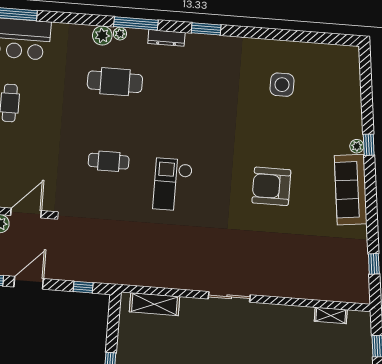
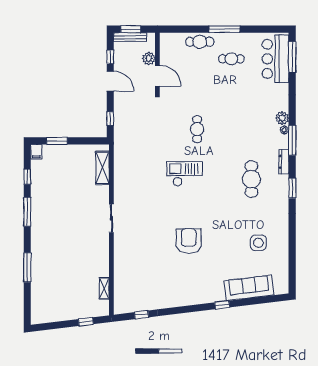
cafe table: (115, 82) -> (251, 179), moved
plant: (357, 146) -> (221, 297), removed
sofa: (351, 190) -> (249, 288), moved

